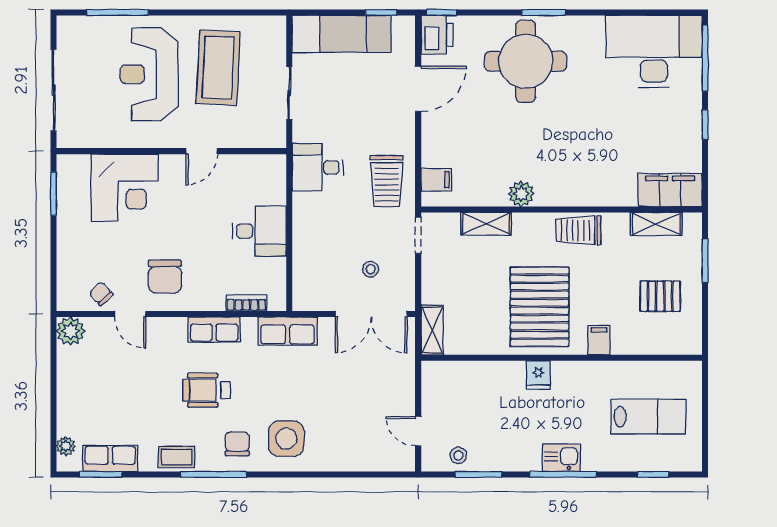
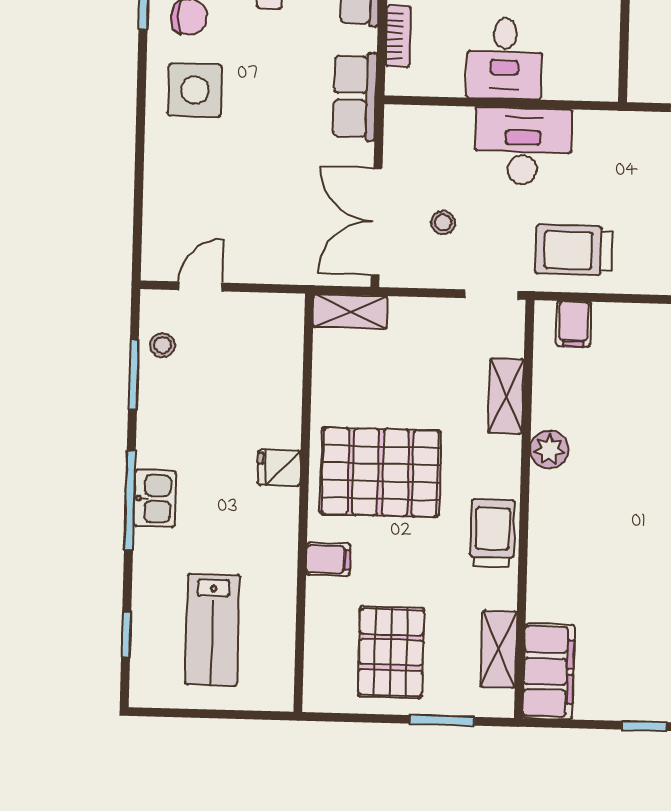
desk: (318, 167) -> (523, 146), moved, width x1.37
pallet: (660, 296) -> (391, 652), width x1.50, depth x1.42

